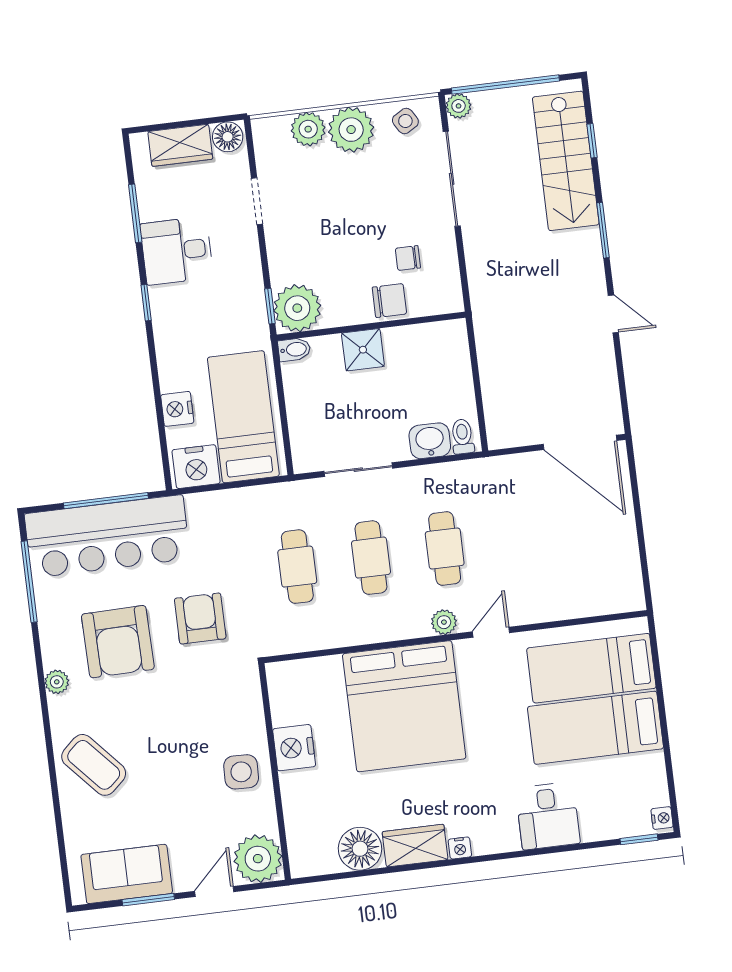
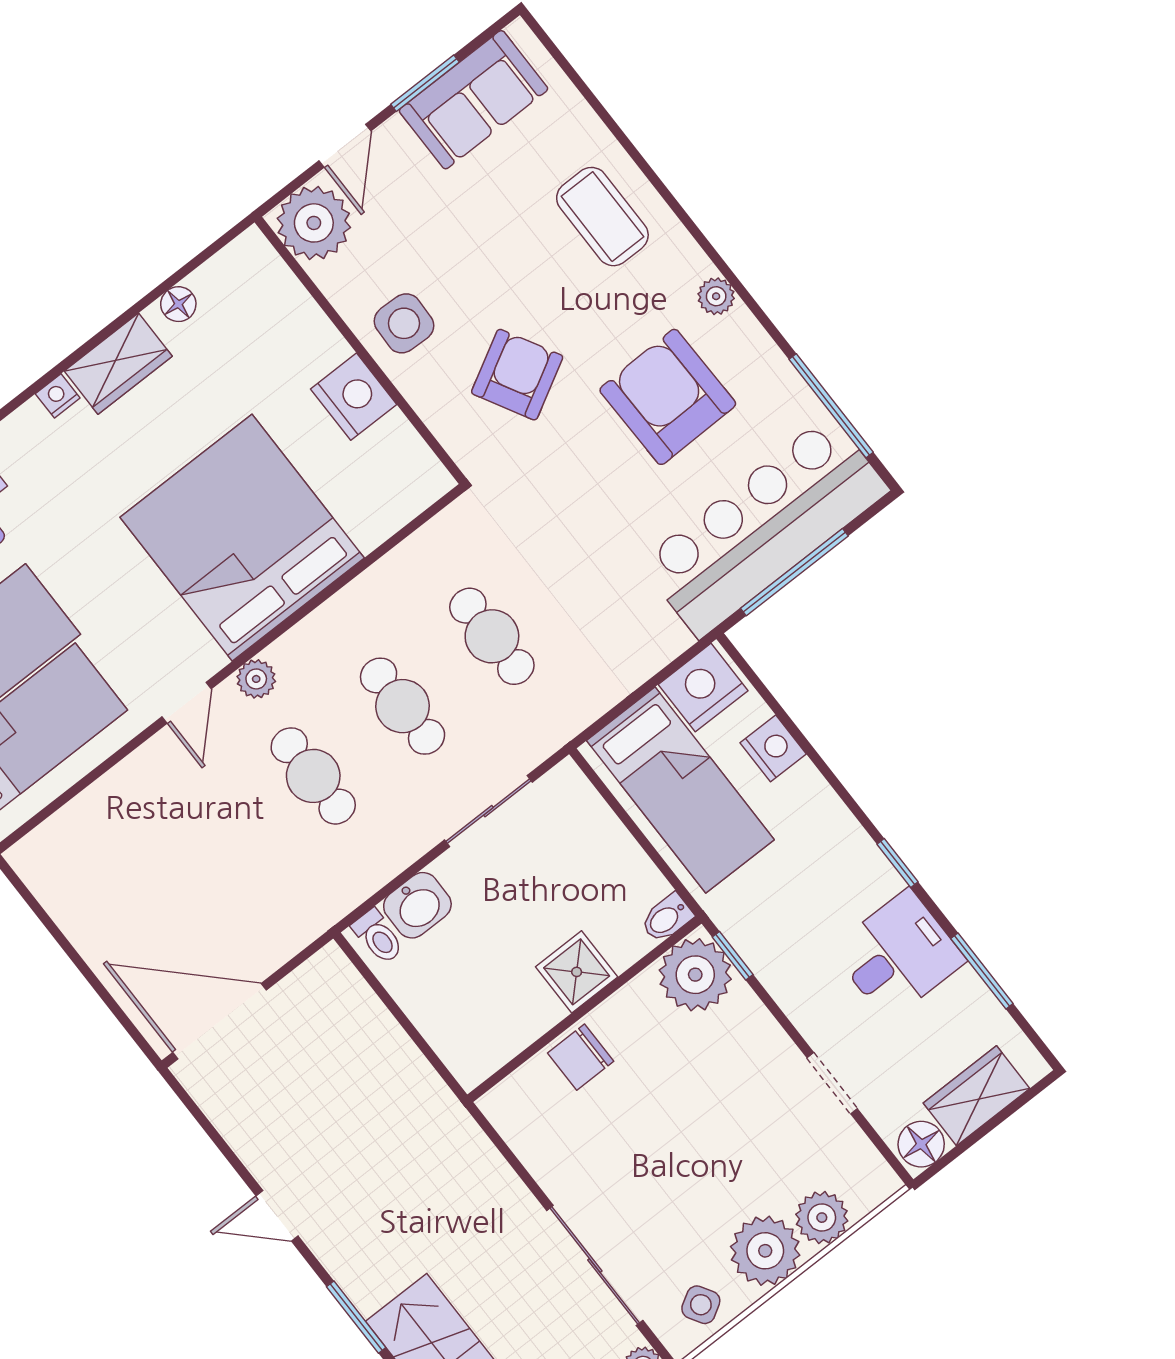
chair: (408, 258) -> (590, 1127), removed
armchair: (200, 619) -> (517, 375), moved, turned -119
coffee table: (94, 765) -> (602, 217), turned 42
floor lamp: (360, 849) -> (178, 304), width x0.53, depth x0.53

